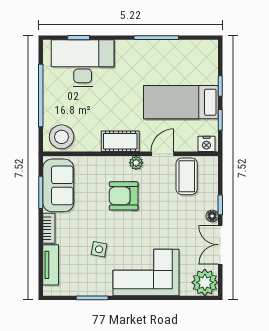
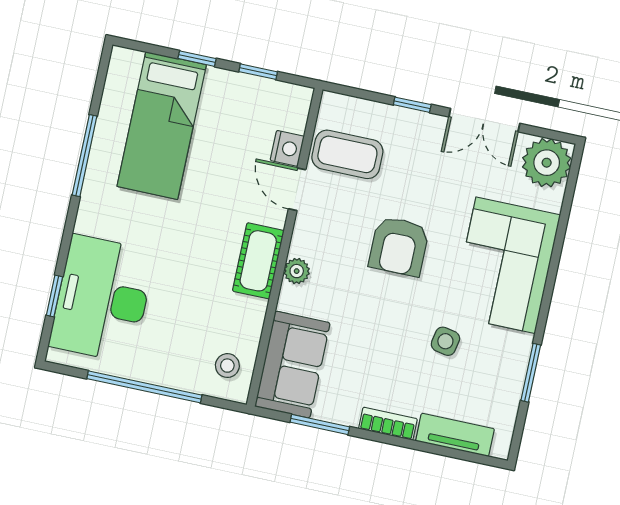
bed: (181, 102) -> (162, 126), moved
stool: (62, 137) -> (227, 366), width x0.53, depth x0.53
nightstand: (206, 144) -> (287, 148), moved
plant: (136, 163) -> (297, 271), moved
sofa: (58, 185) -> (292, 365), moved, turned 90
armchair: (124, 196) -> (399, 246), moved
floor lamp: (212, 216) -> (429, 124), removed

